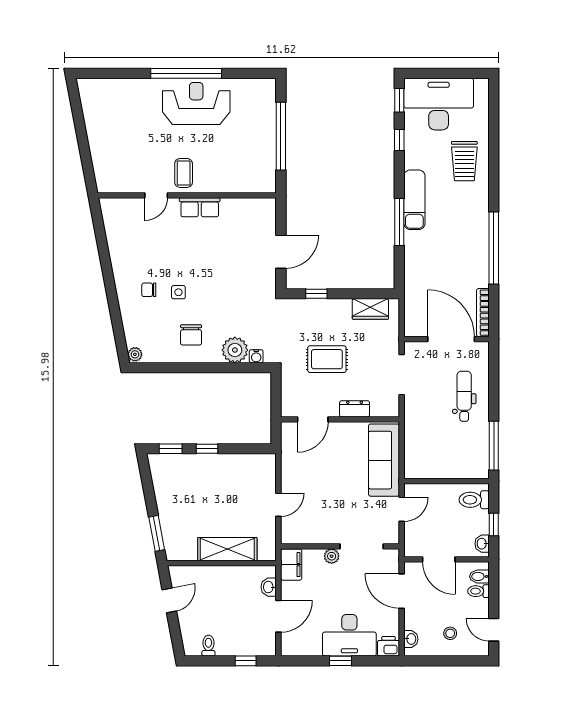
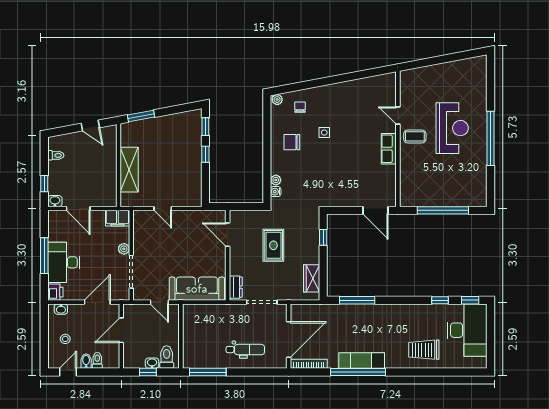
reception desk: (196, 103) -> (452, 128), moved
exam couch: (414, 200) -> (362, 361), moved, turned 180
window: (399, 222) -> (357, 300), moved
door: (281, 252) -> (375, 210), moved
chair: (149, 290) -> (300, 107), moved
plant: (235, 350) -> (276, 180), width x0.53, depth x0.53
dresser: (355, 409) -> (236, 287), moved
washbasin: (482, 544) -> (152, 363), moved
bidet: (479, 576) -> (86, 361), moved
washbasin: (269, 587) -> (55, 201), moved
window: (341, 661) -> (44, 256), width x2.17

